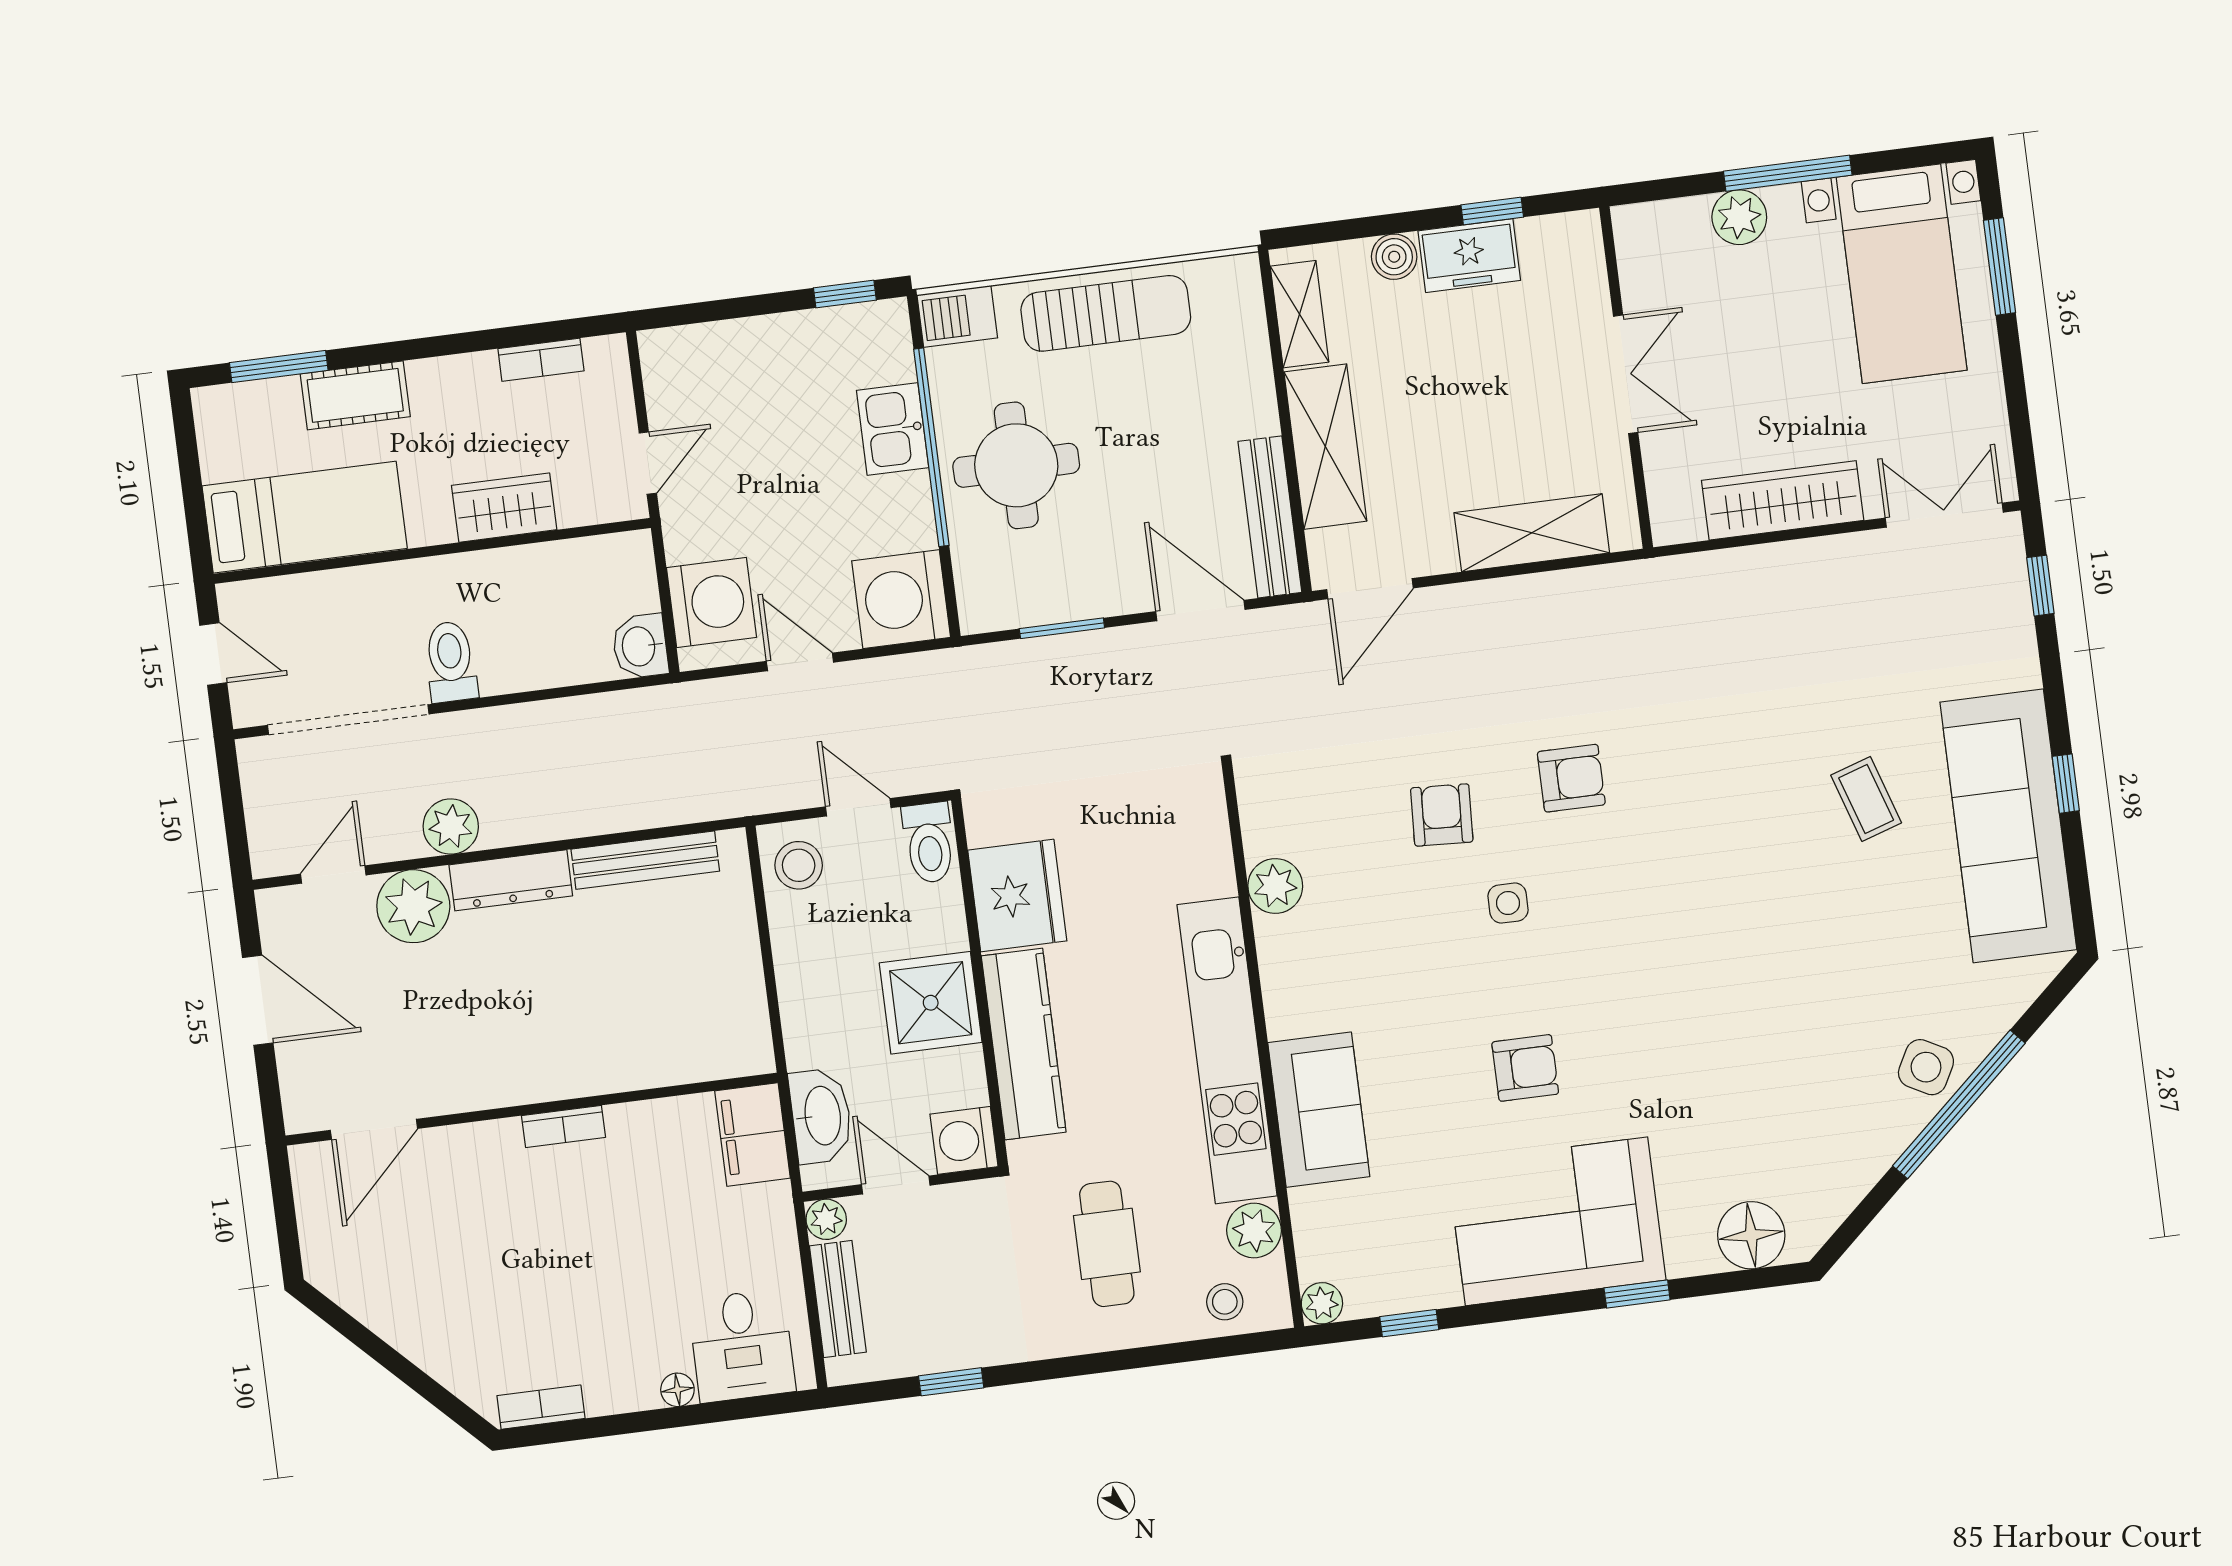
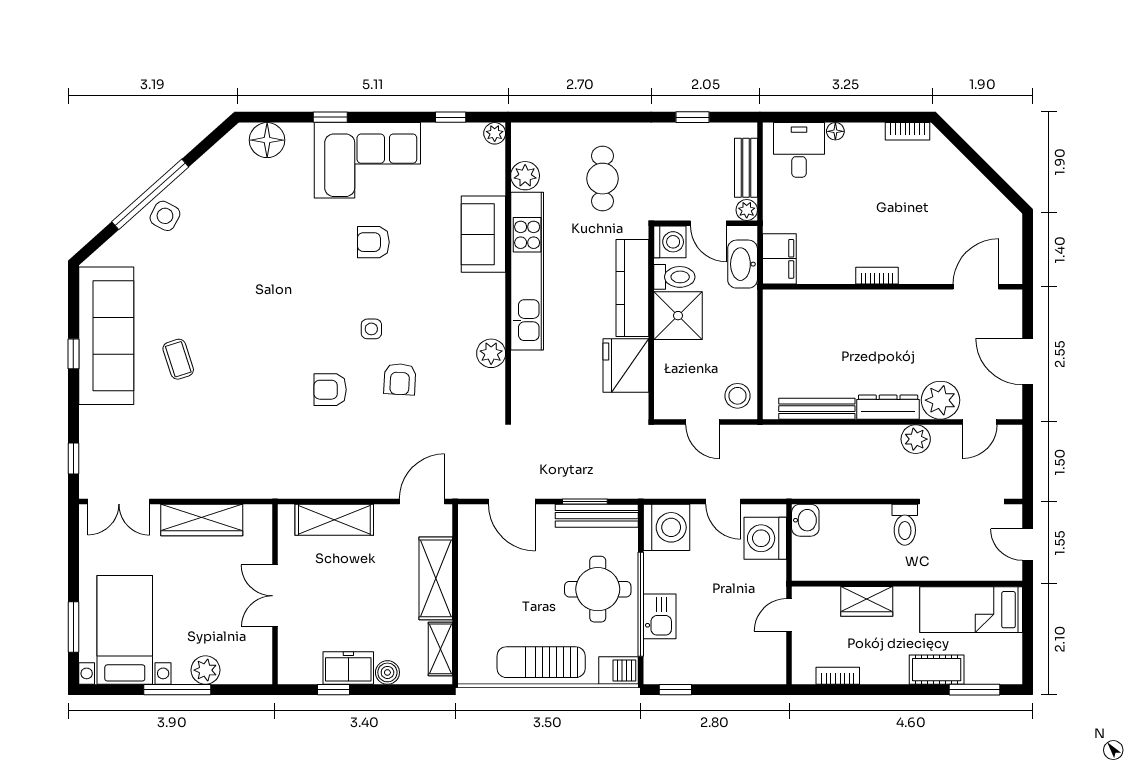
bench: (1270, 517) -> (597, 516), moved, turned 90
toilet: (929, 843) -> (674, 277), moved, turned 90
stool: (1225, 1302) -> (545, 141), removed

